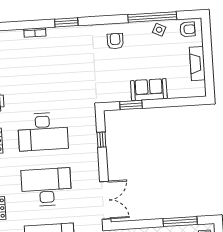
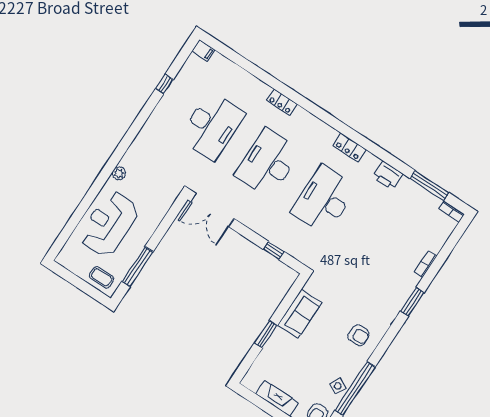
sofa: (149, 90) -> (300, 314), moved
window: (131, 105) -> (266, 334), moved
desk: (46, 187) -> (268, 163), turned 180

